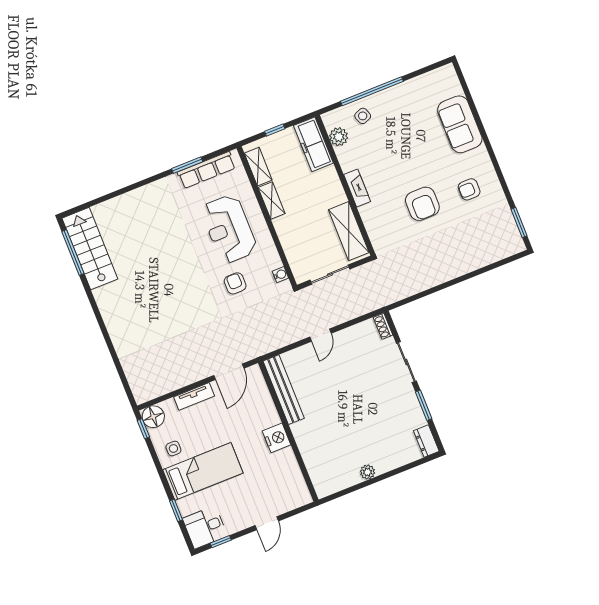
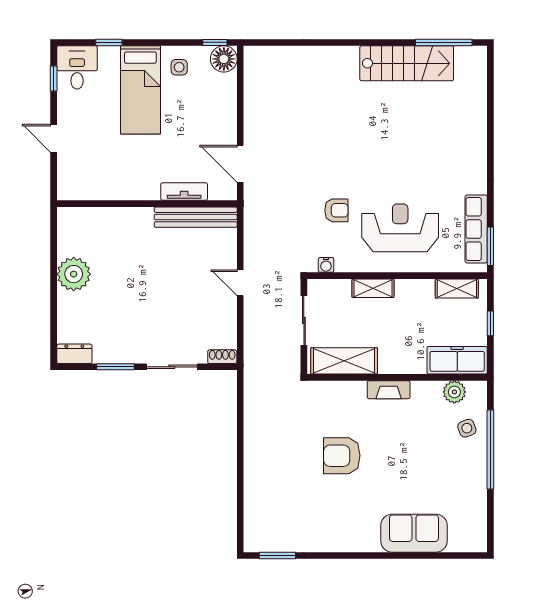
window: (187, 165) -> (490, 246), moved
armchair: (469, 189) -> (337, 515), removed
shelving: (272, 201) -> (373, 288), moved
stairs: (90, 249) -> (407, 63), moved
tv unit: (194, 396) -> (184, 192), moved, turned 90
nightstand: (277, 438) -> (145, 188), removed
plant: (368, 472) -> (74, 274), width x1.88, depth x1.88

